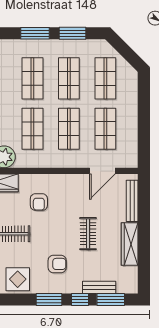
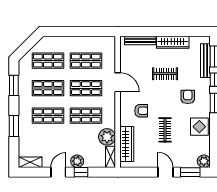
window: (35, 33) -> (14, 126), moved
door: (102, 171) -> (118, 82), moved
bench: (99, 287) -> (205, 61), width x1.36

